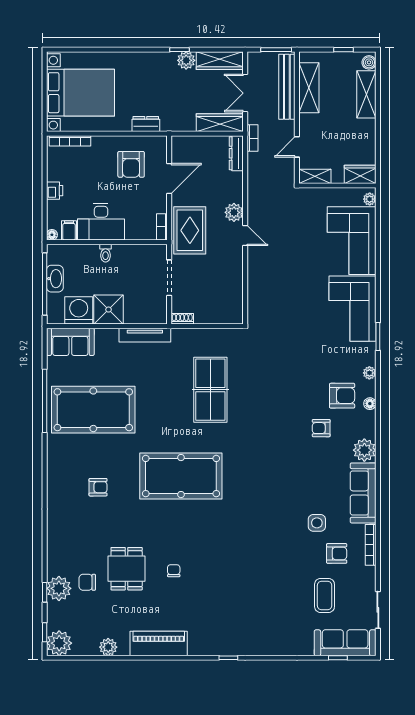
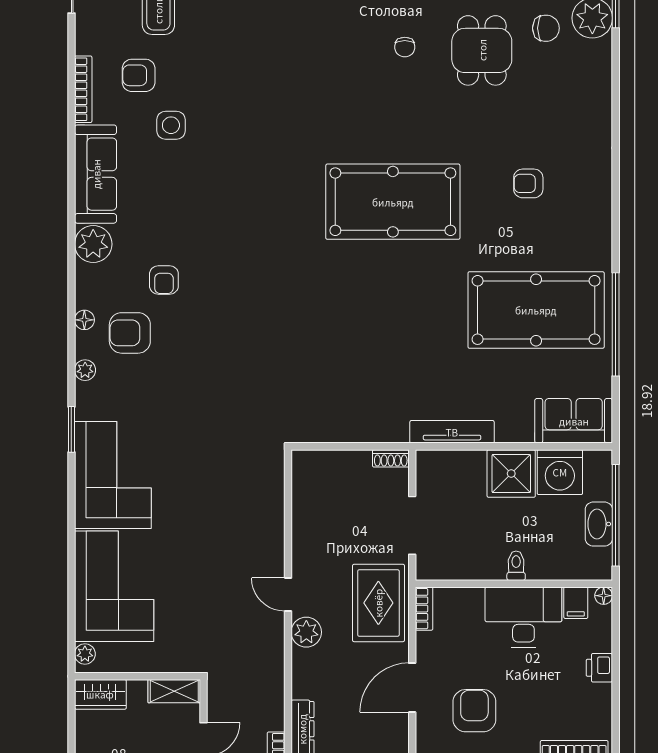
table tennis table: (210, 390) -> (345, 343), removed
armchair: (321, 428) -> (164, 280), turned 90

